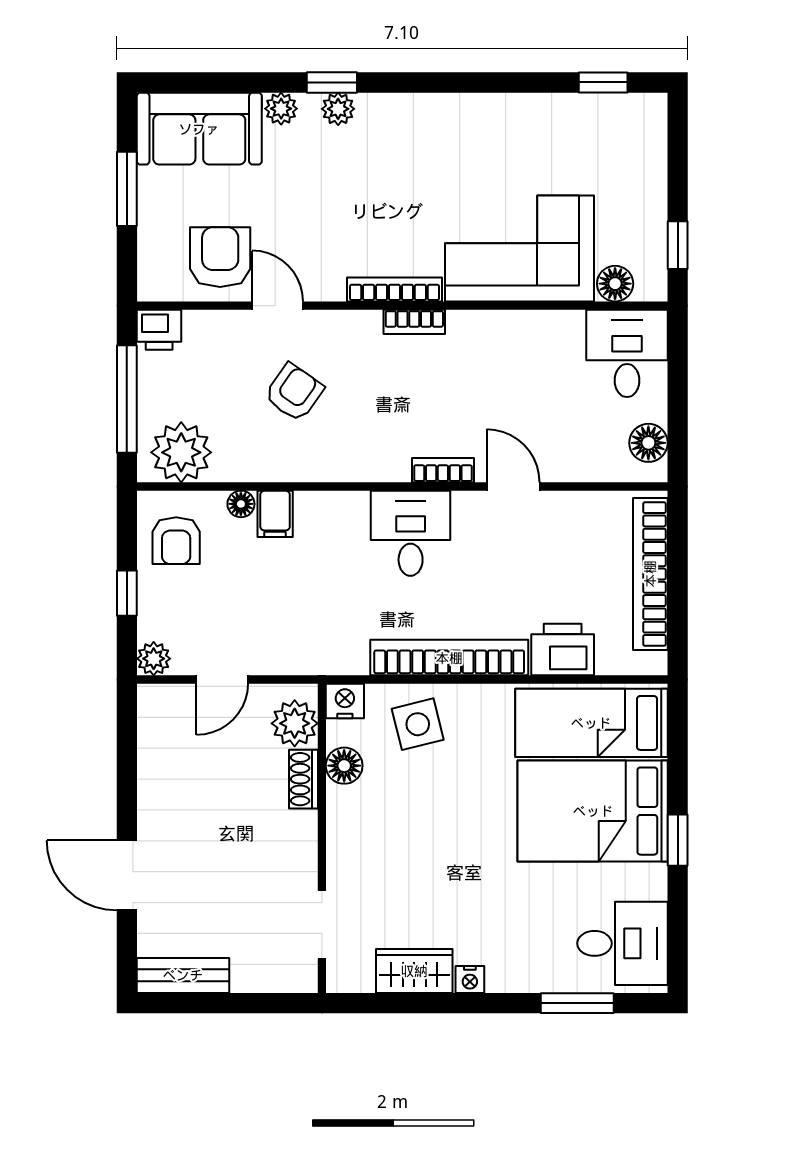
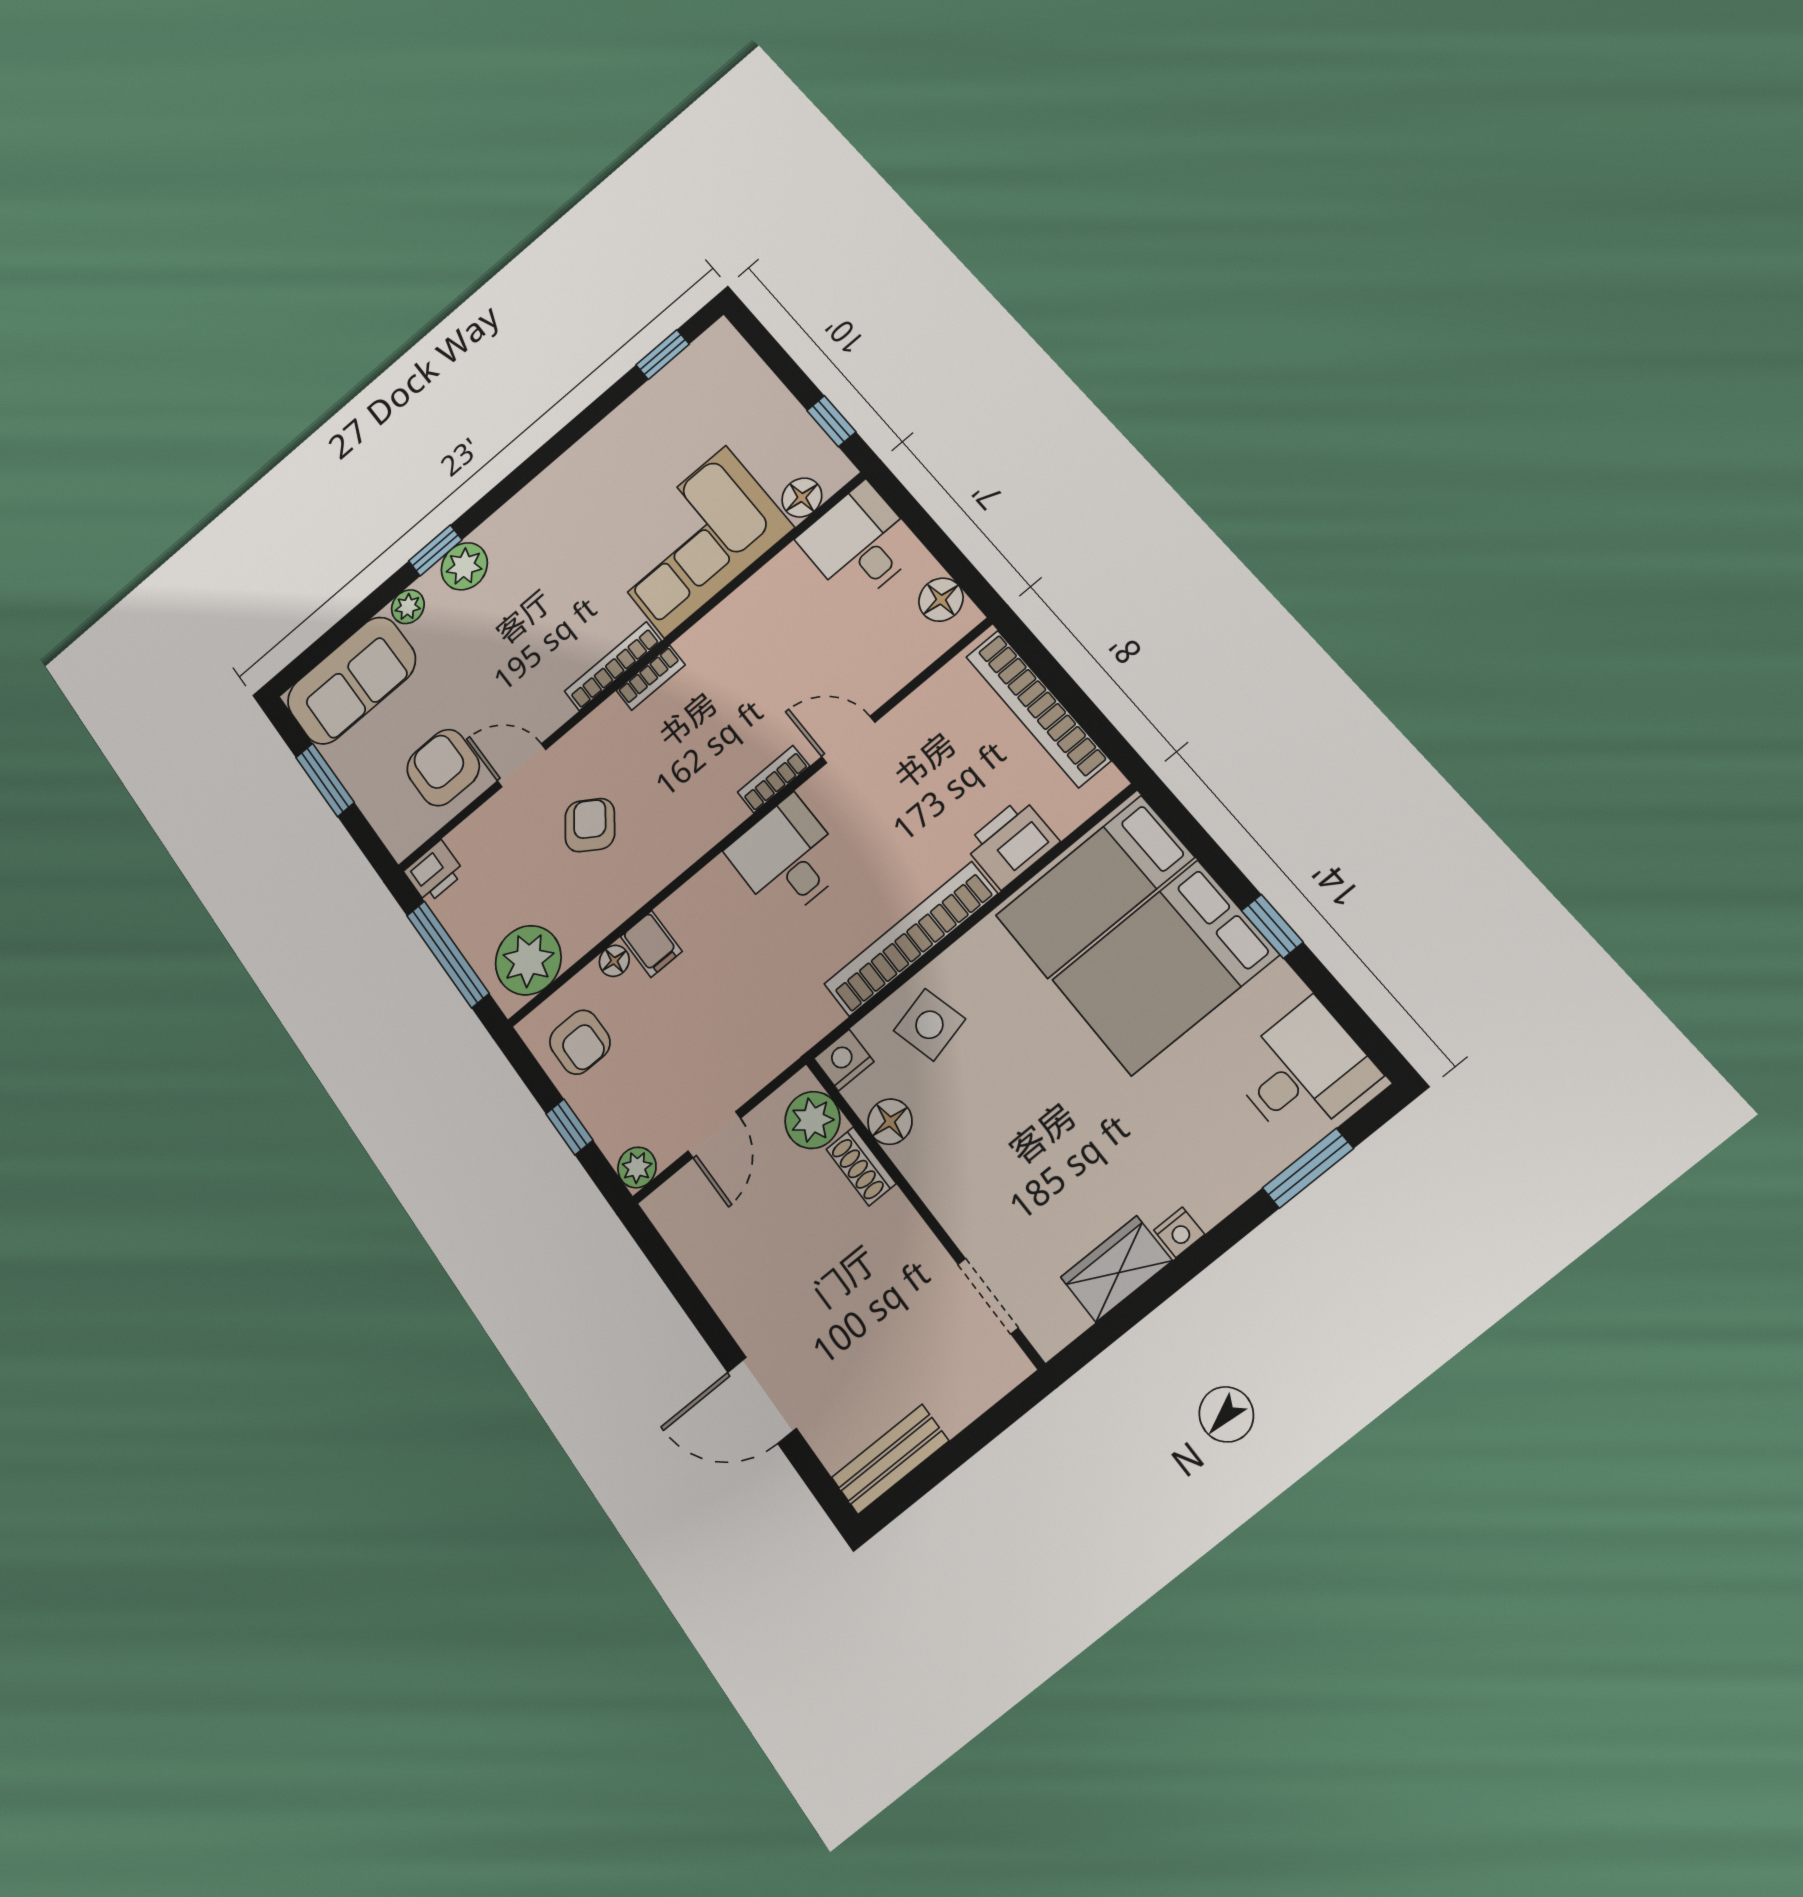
plant: (338, 109) -> (464, 566), width x1.38, depth x1.38

